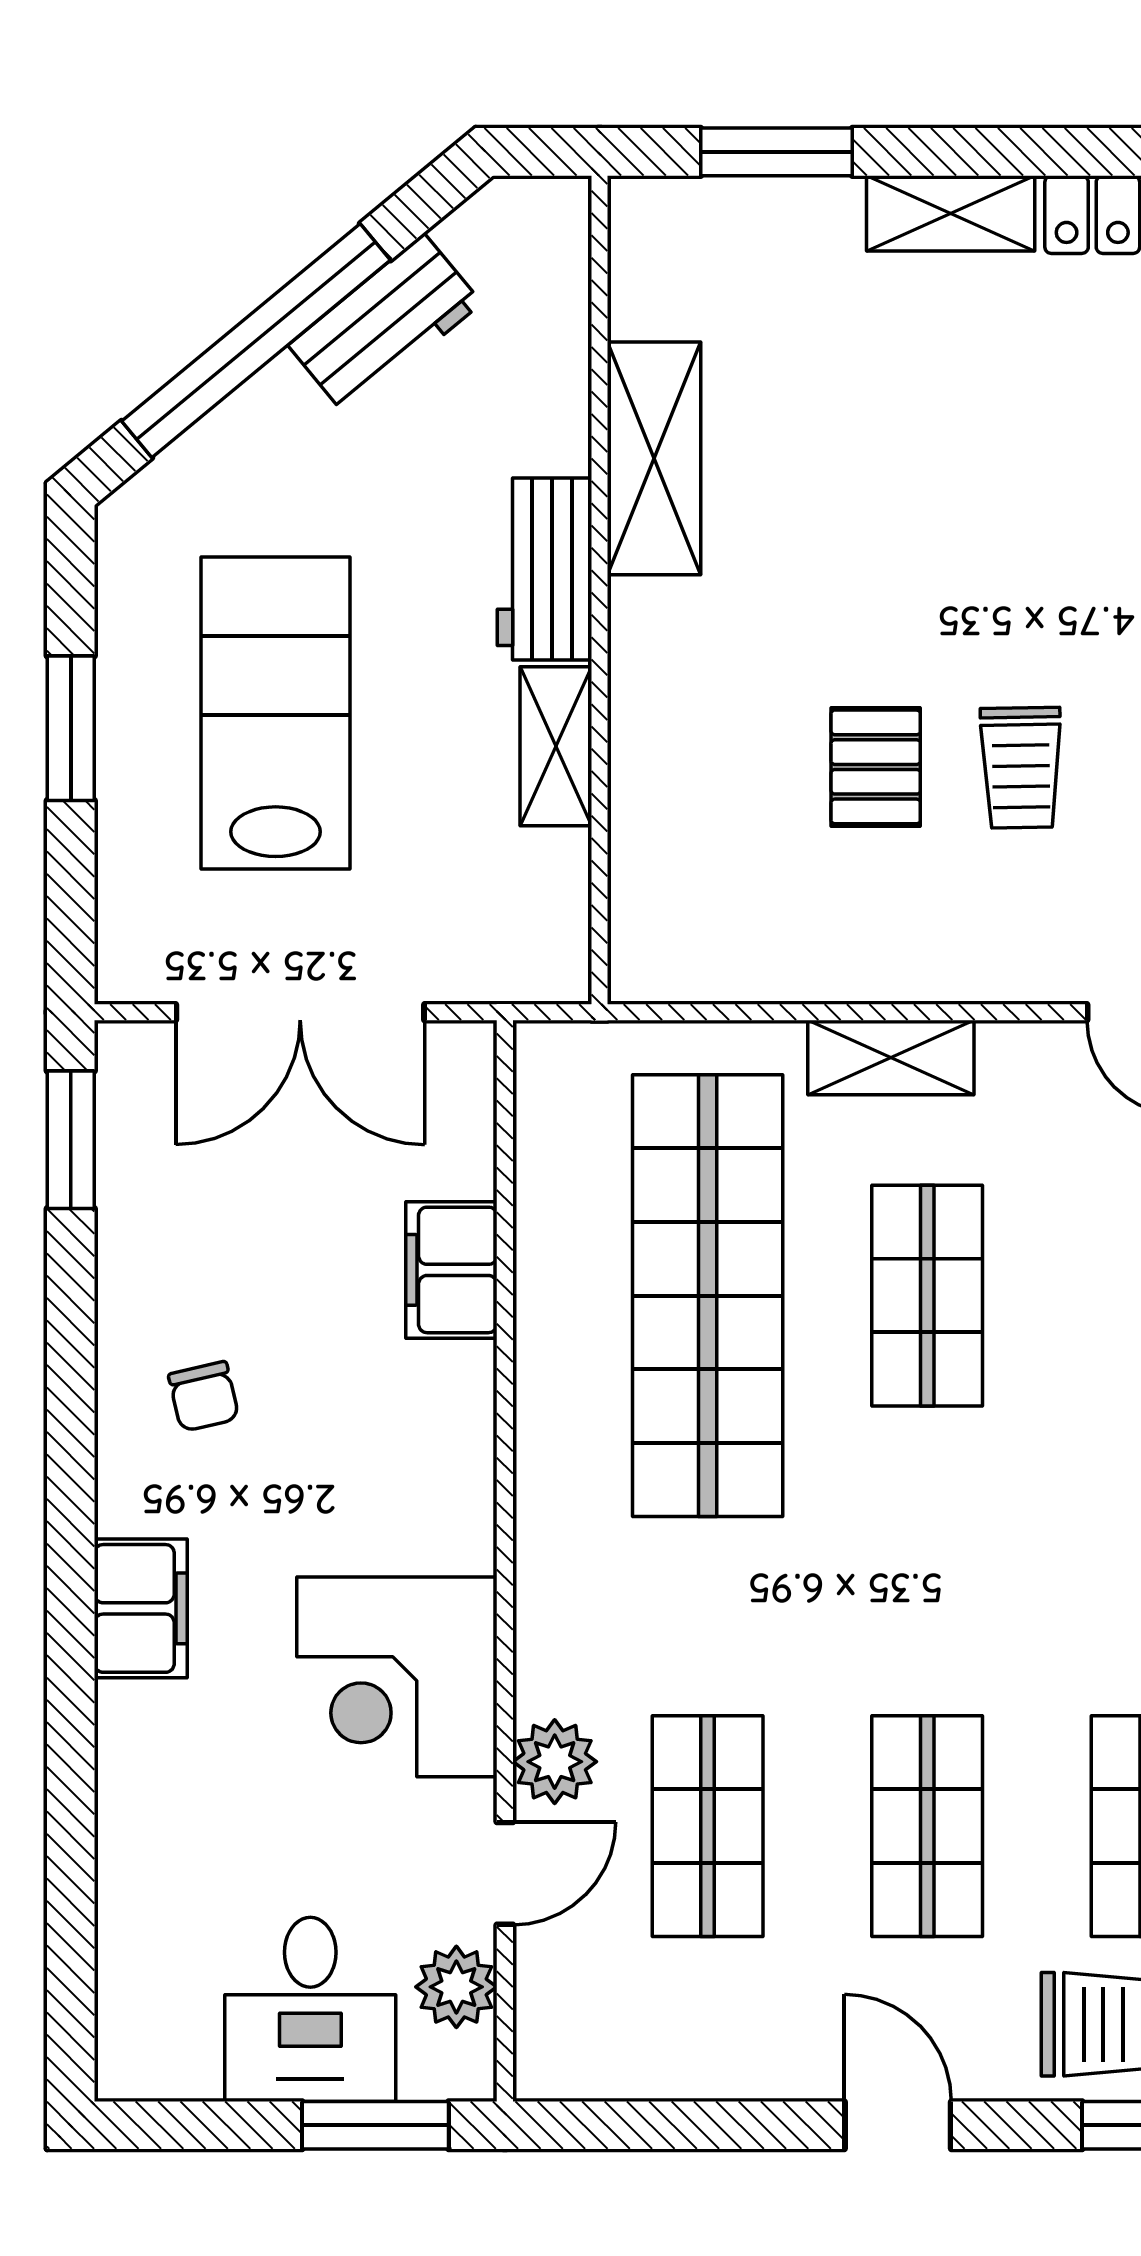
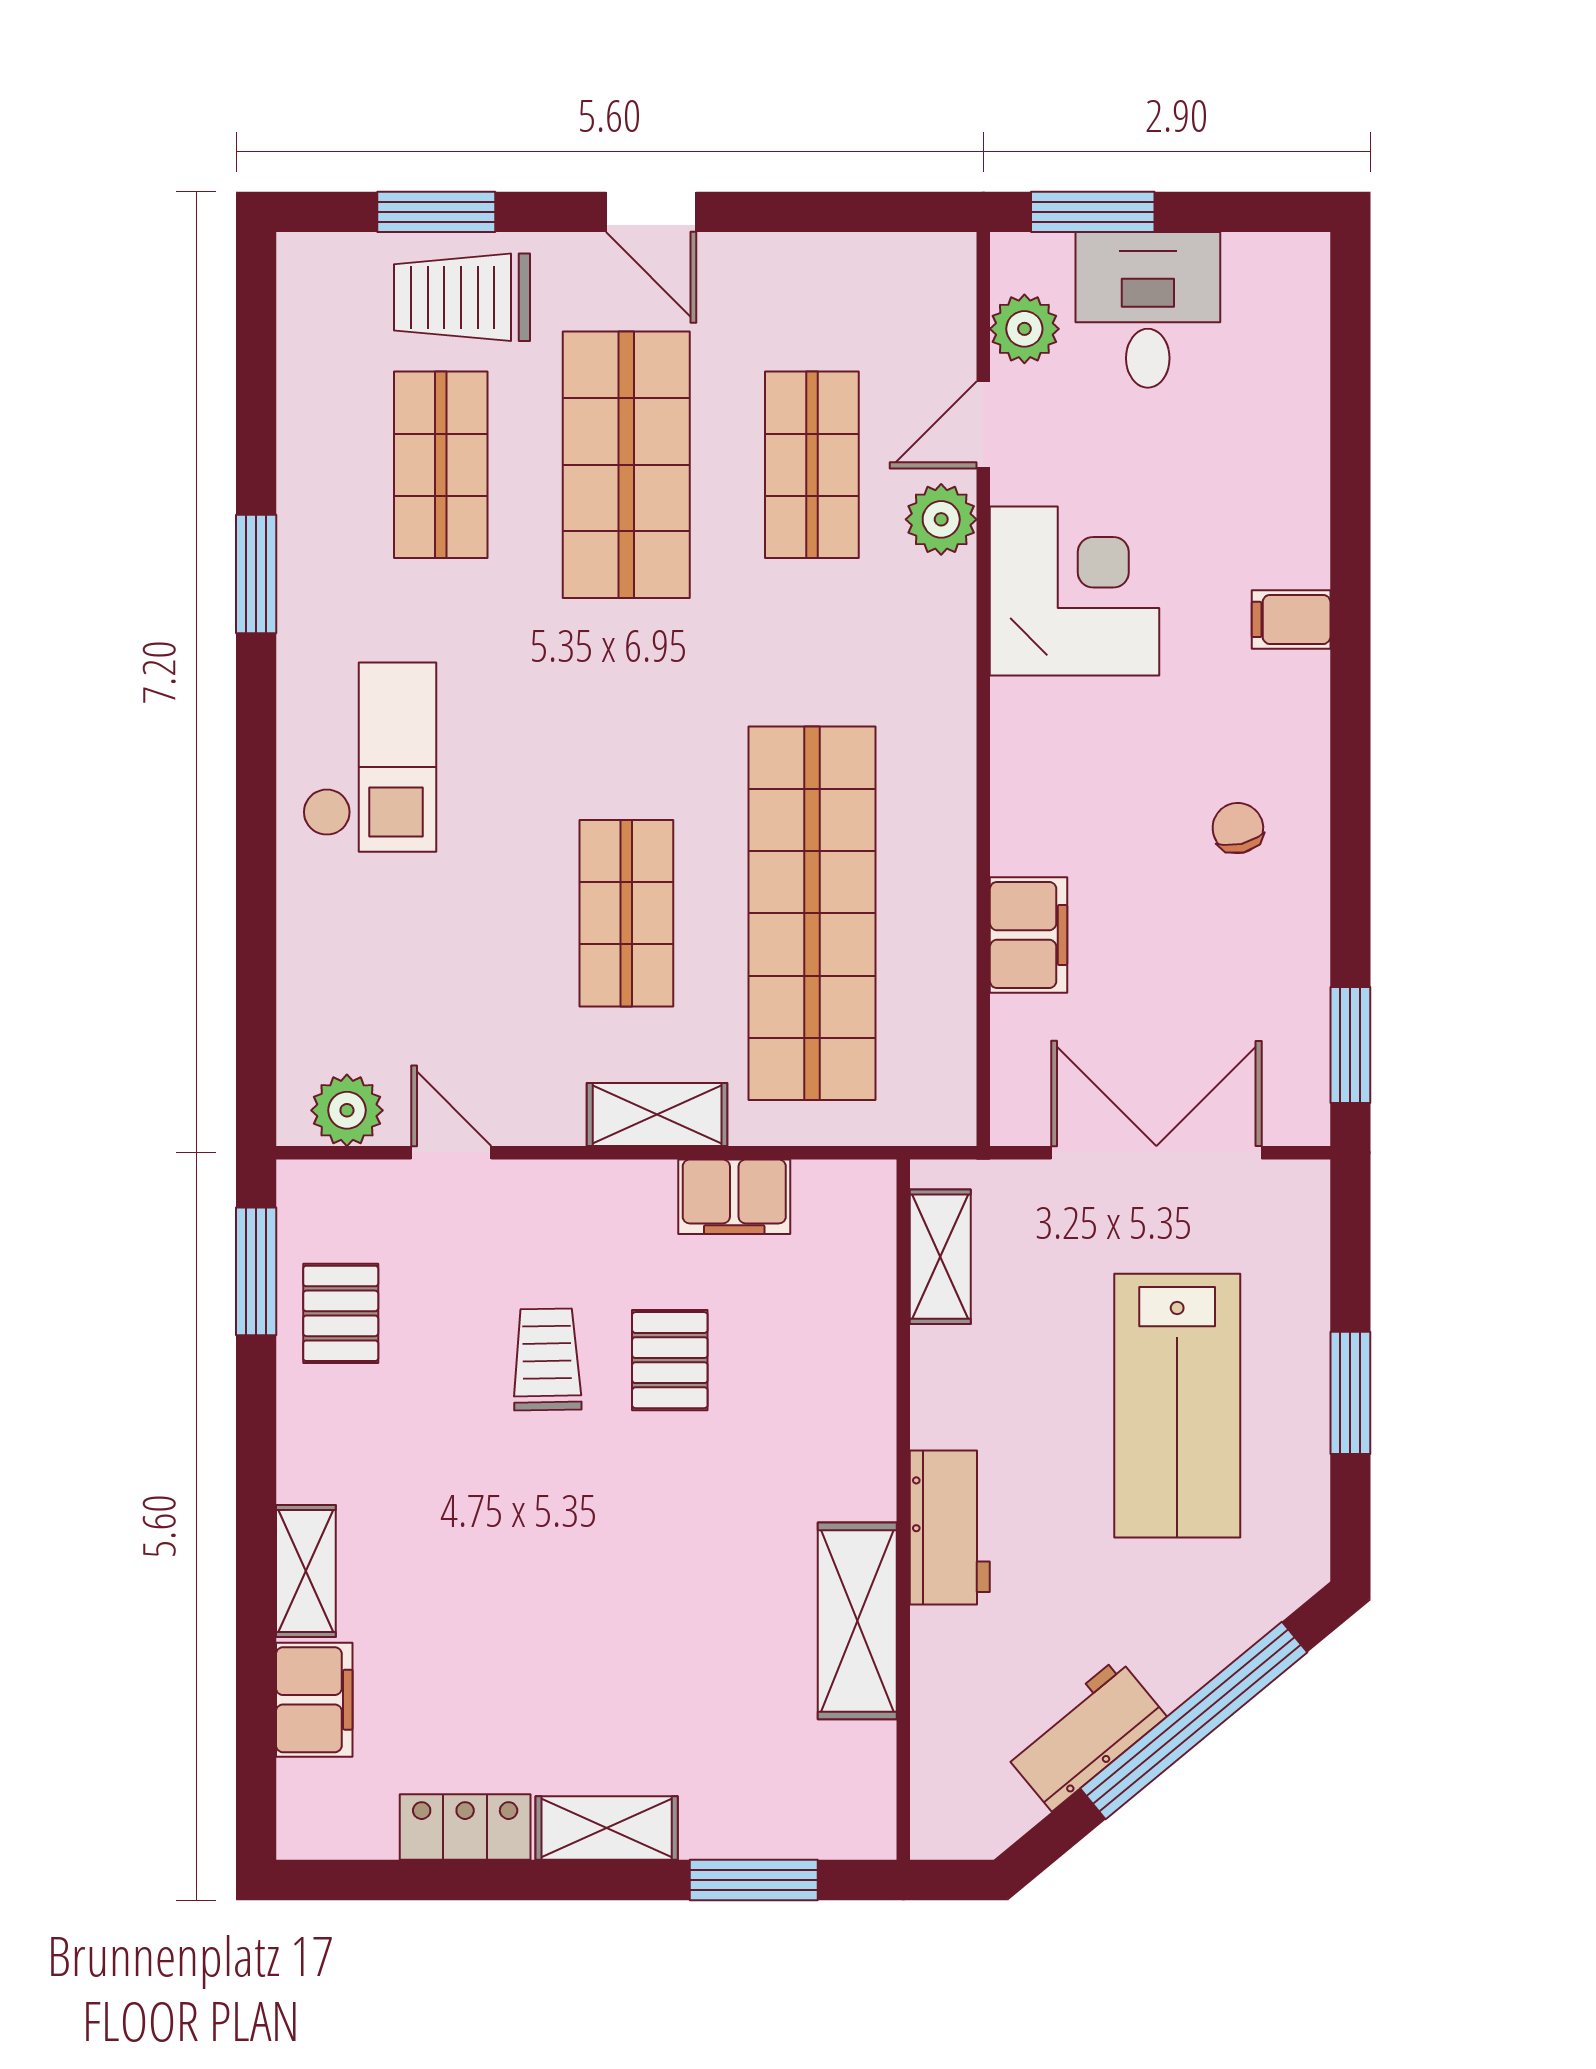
shelving: (556, 746) -> (940, 1257), moved
filing cabinet: (800, 960) -> (734, 1197), added
filing cabinet: (141, 1608) -> (1291, 619), width x0.50
shop shelf: (927, 1826) -> (626, 465), width x1.43, depth x1.36

